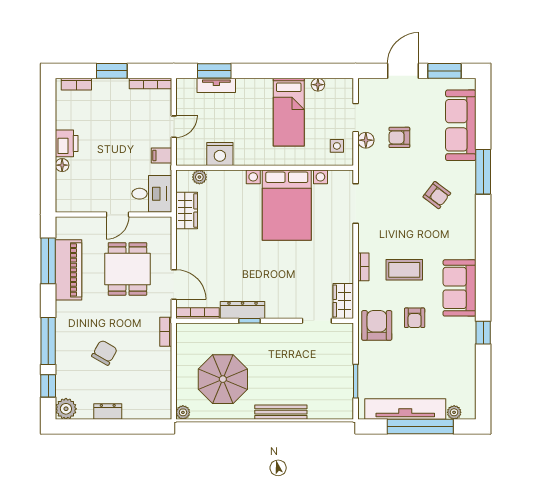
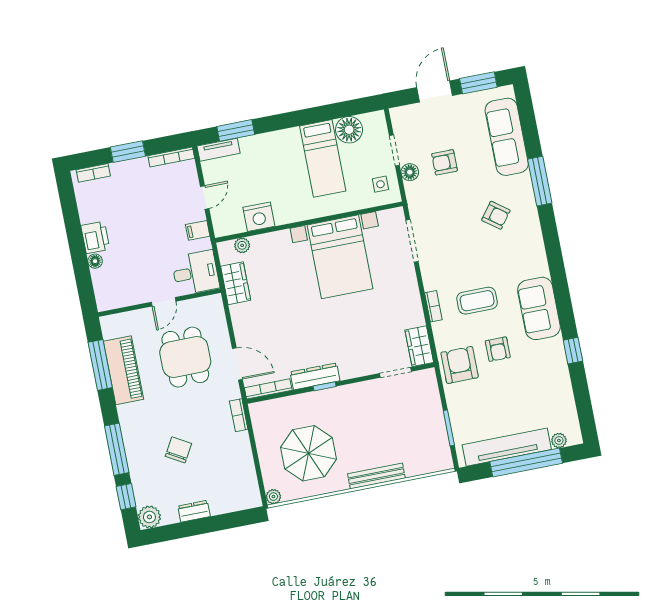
tv unit: (216, 85) -> (219, 150), moved
floor lamp: (318, 85) -> (349, 130), width x1.89, depth x1.89

